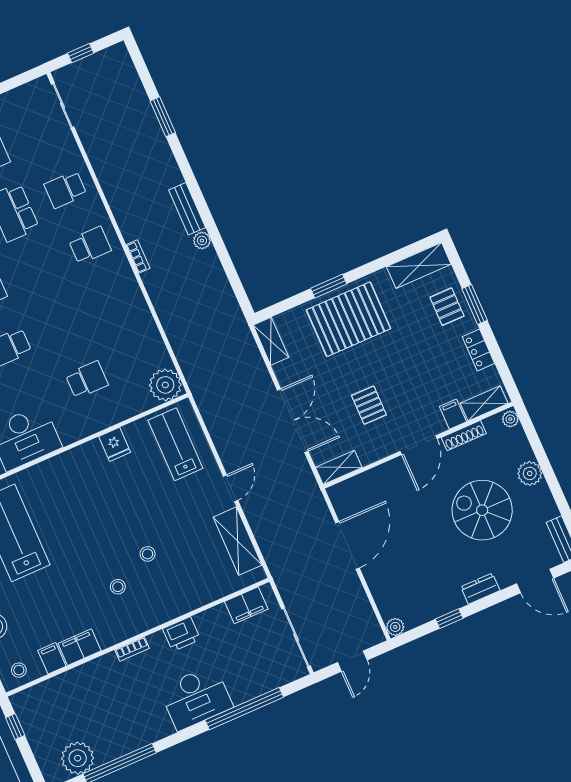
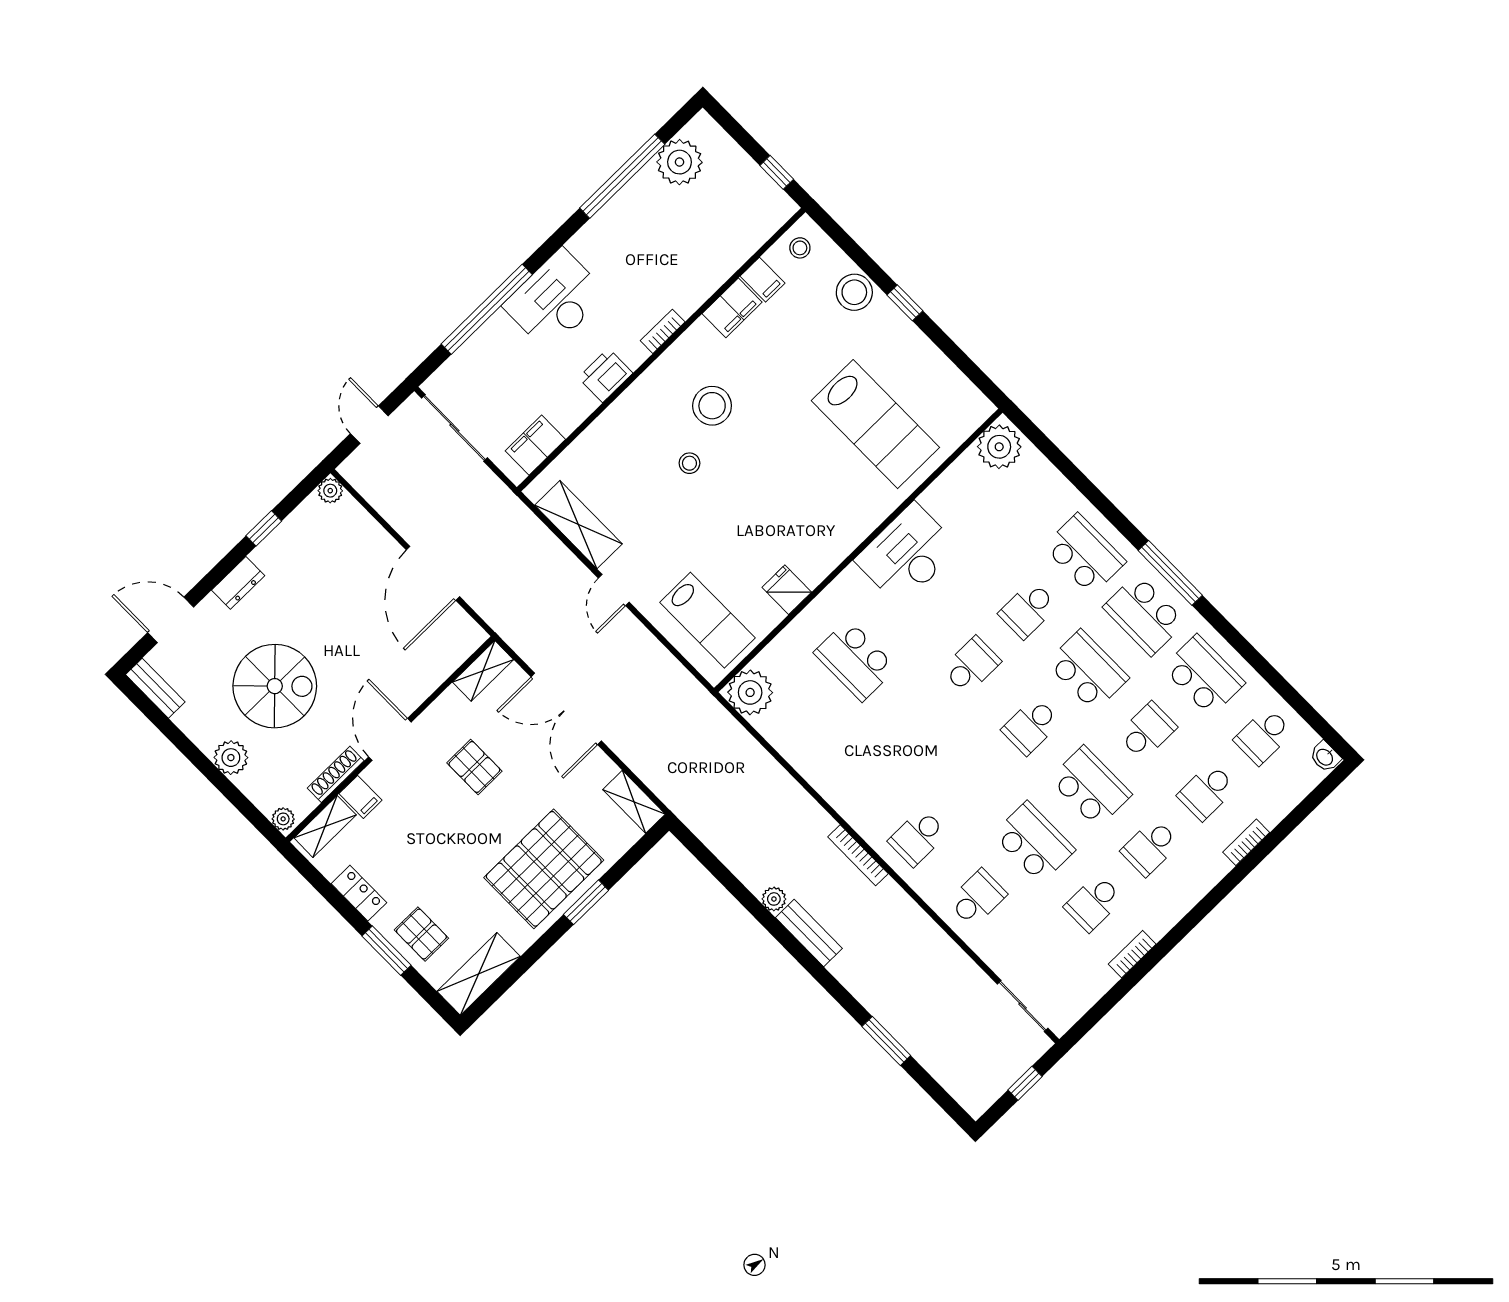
bookcase: (138, 256) -> (858, 855), width x1.56
school desk: (87, 380) -> (855, 660), width x1.85
stool: (118, 587) -> (712, 406), width x1.89, depth x1.89

